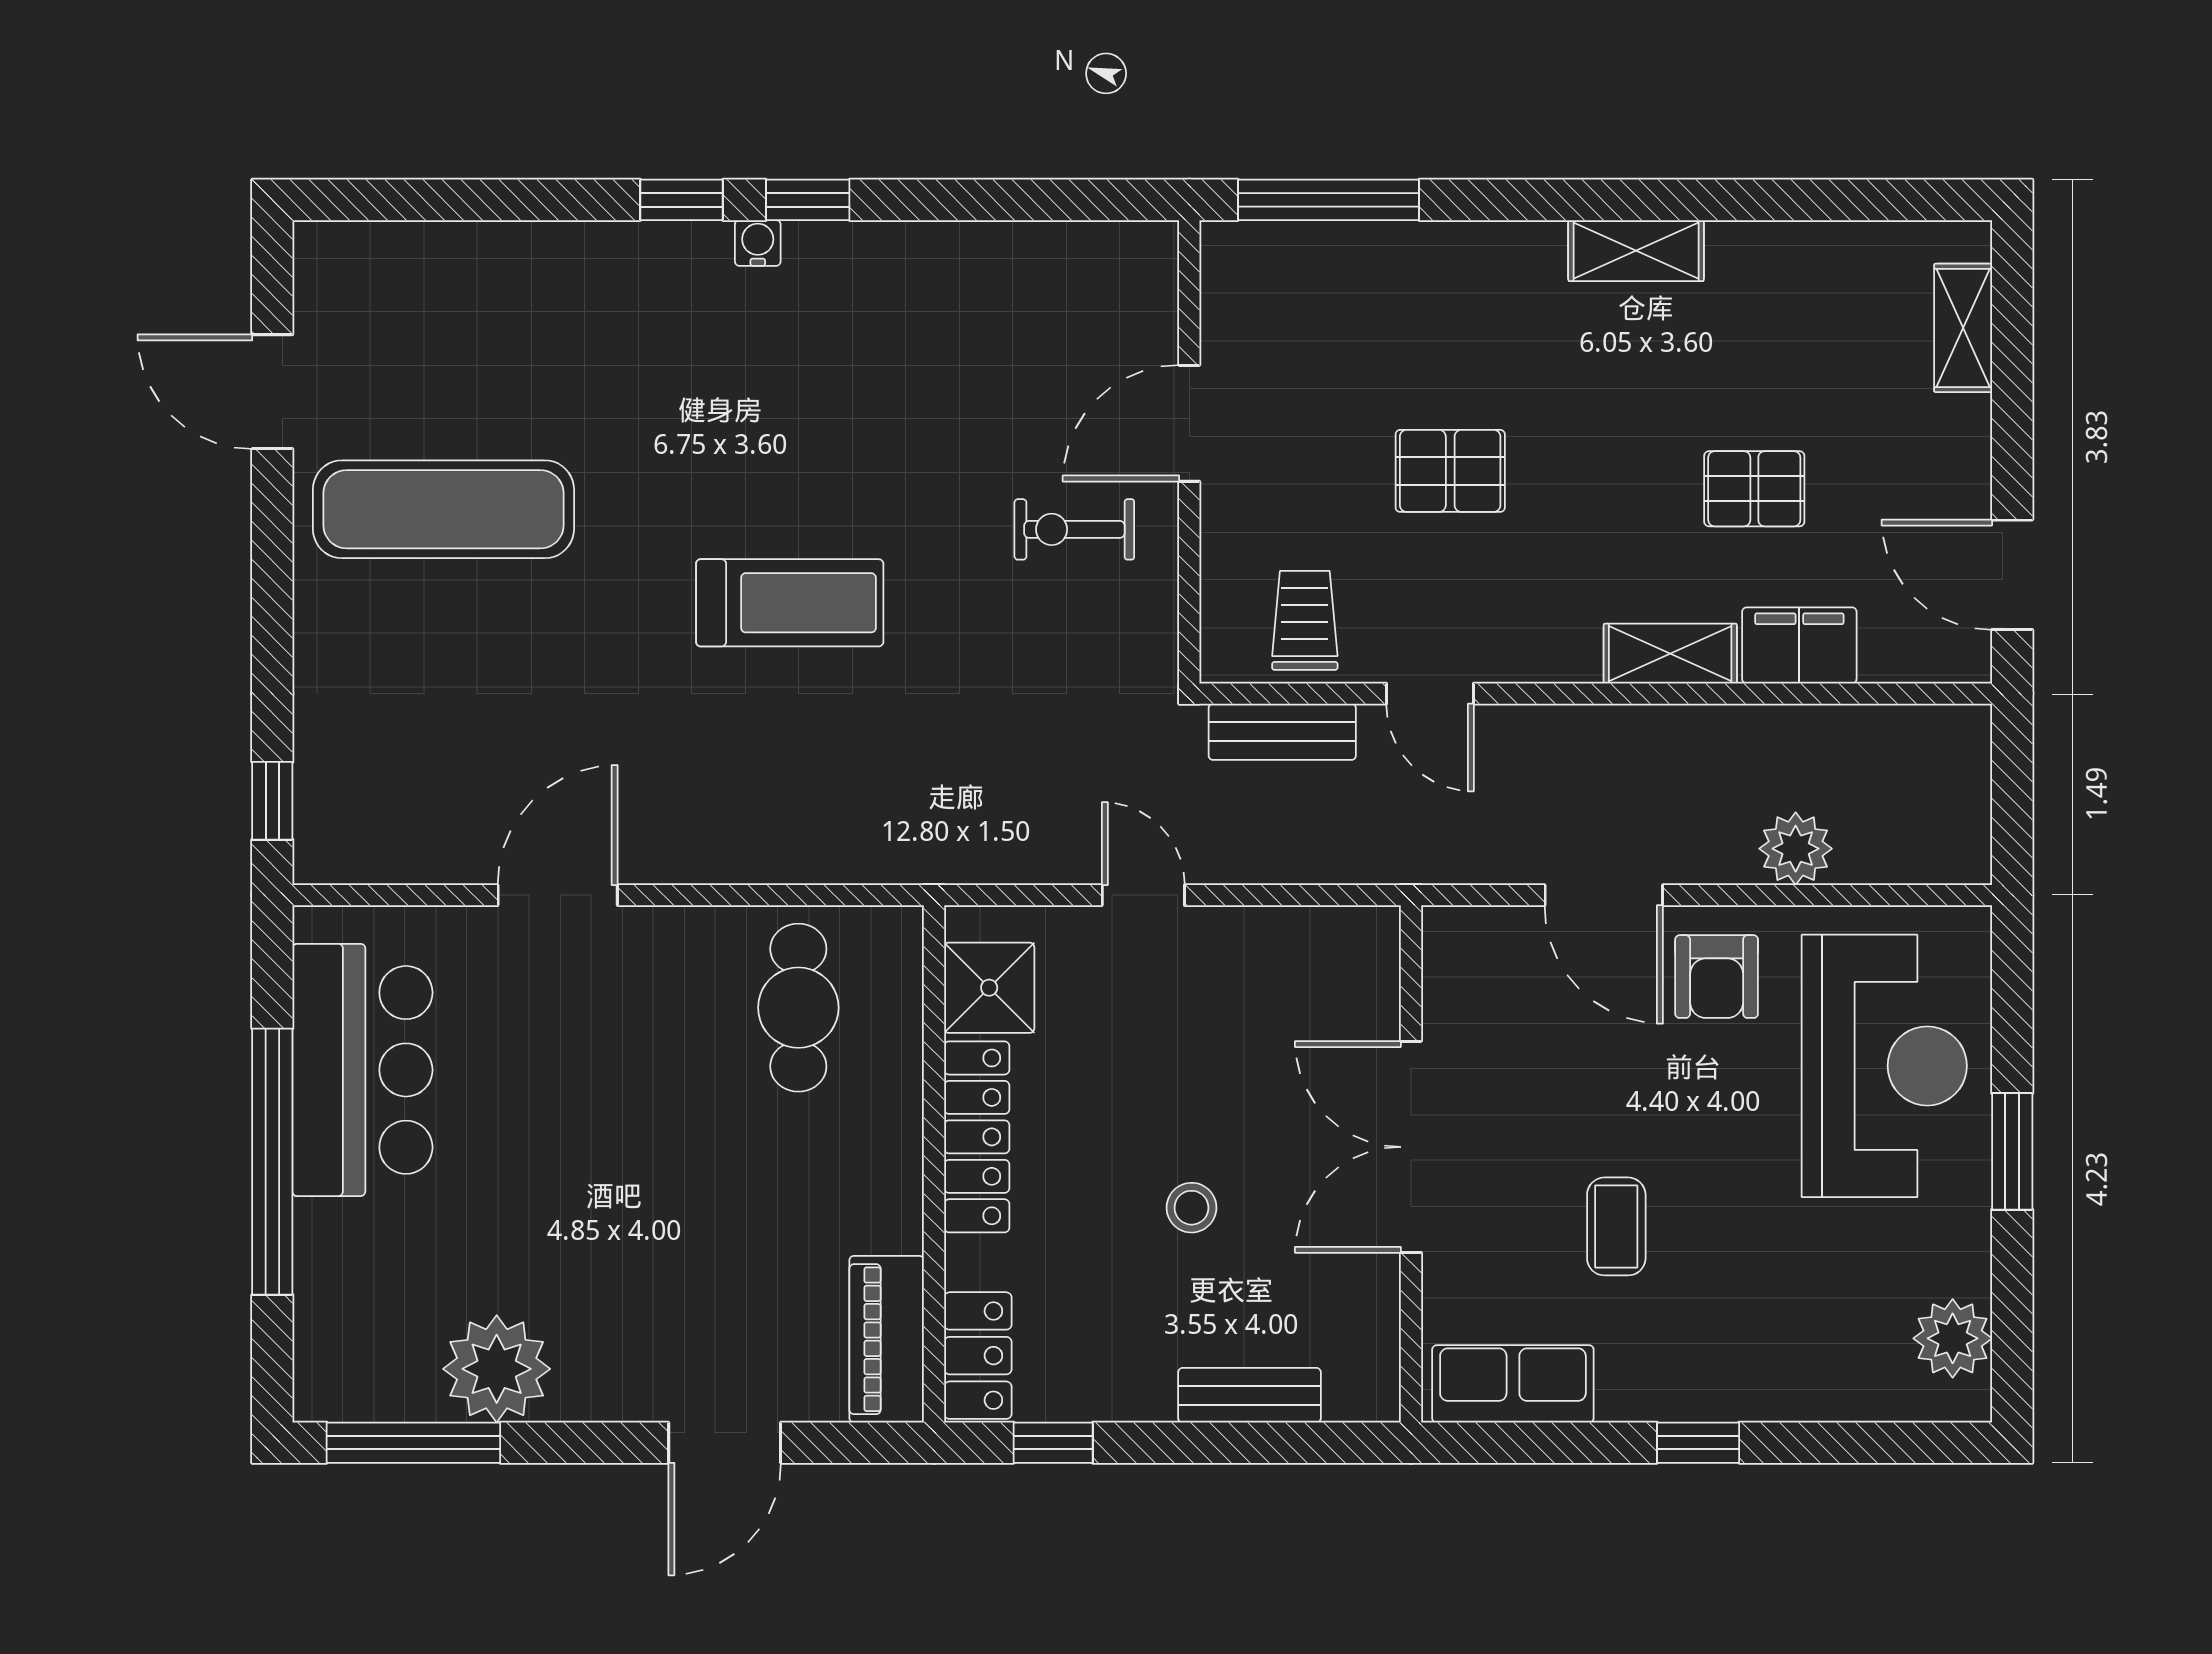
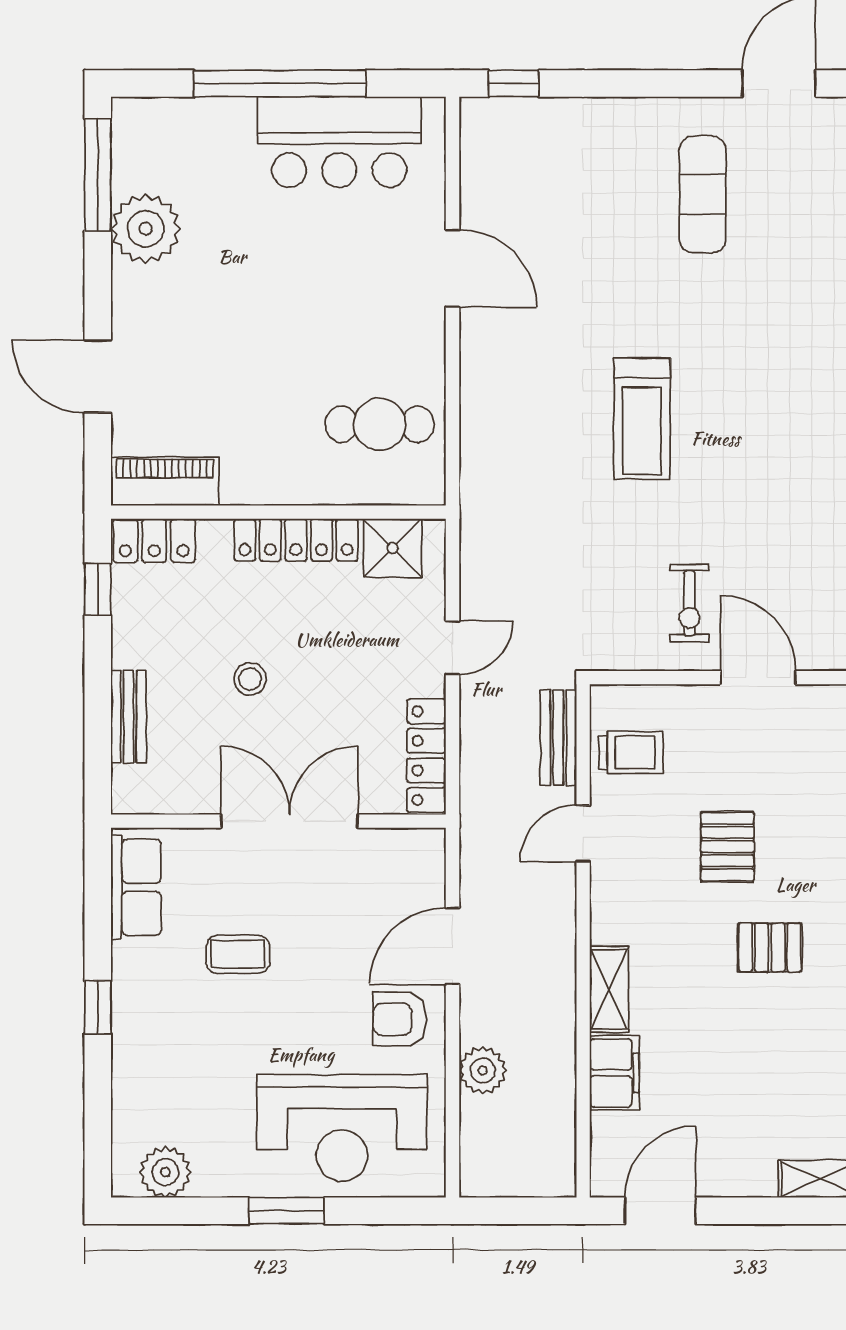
pallet: (1754, 489) -> (770, 947), moved, turned 90
exercise mat: (443, 509) -> (703, 194), width x0.73, depth x0.69
exercise bike: (1074, 529) -> (689, 603), turned 180
locker: (1310, 935) -> (426, 756), added

